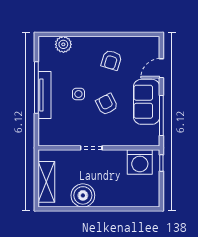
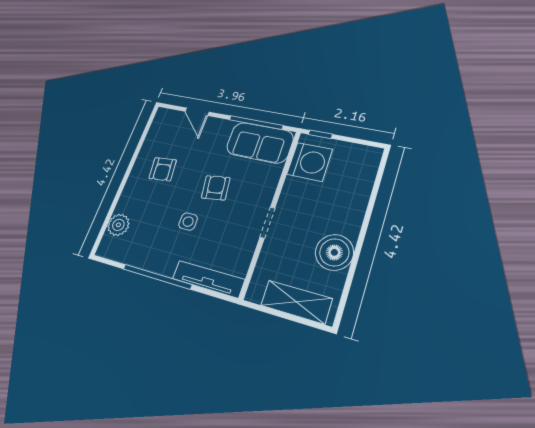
armchair: (111, 60) -> (163, 169), turned 67
tv unit: (45, 95) -> (208, 279), moved
sofa: (147, 102) -> (260, 143), moved
armchair: (107, 104) -> (216, 188), turned 109

